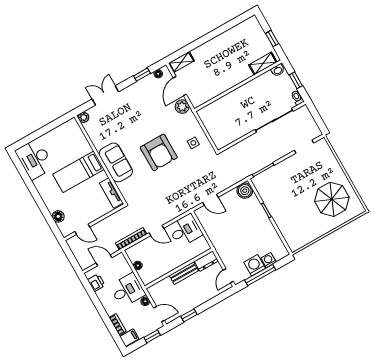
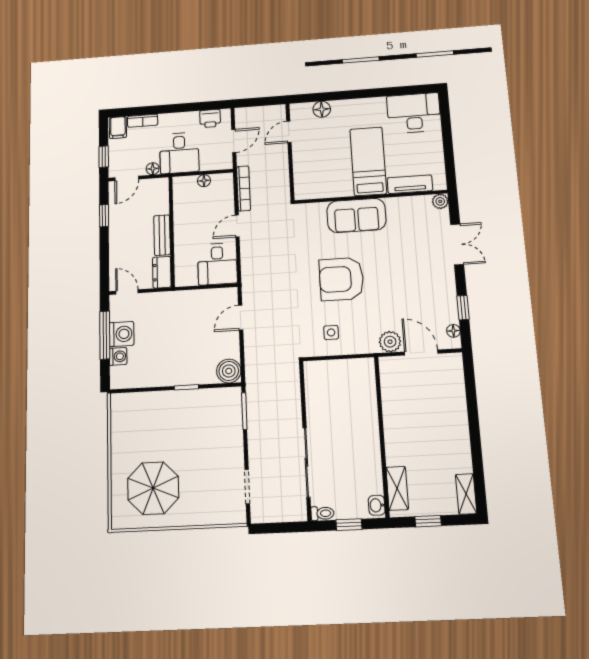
shelving: (181, 62) -> (466, 494), moved
tv unit: (111, 193) -> (410, 184), moved

